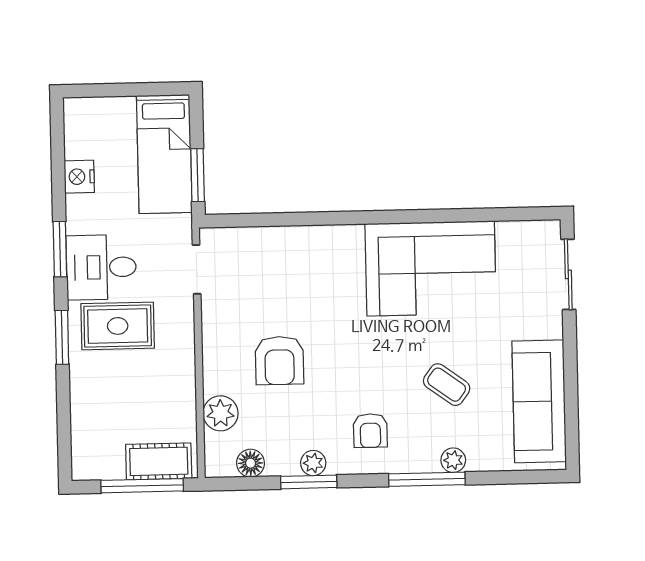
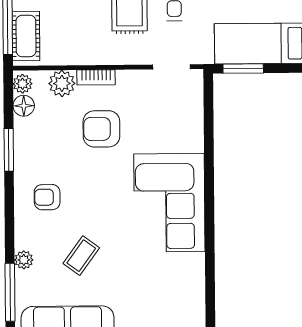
corner sofa: (431, 268) -> (169, 203), moved
bookcase: (212, 369) -> (96, 77), added
plant: (313, 463) -> (23, 84), moved
window: (427, 479) -> (10, 292), moved

